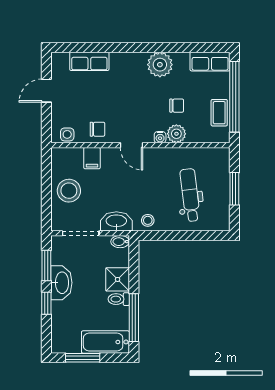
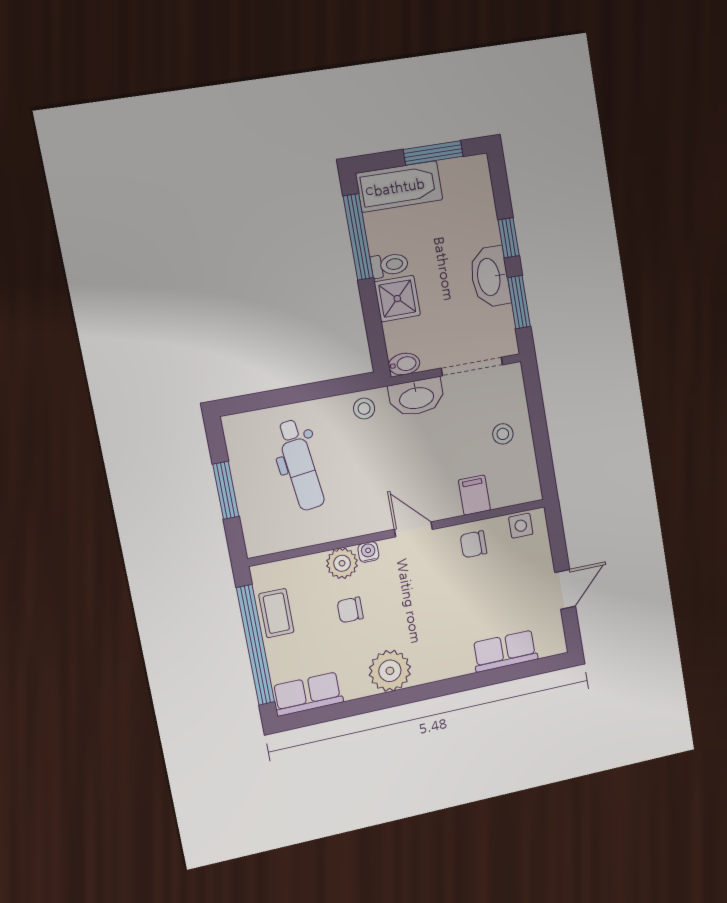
stool: (69, 191) -> (503, 434), width x0.53, depth x0.53

